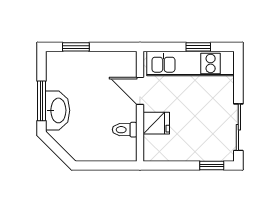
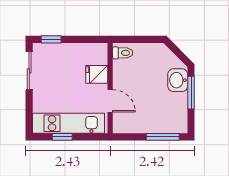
window: (76, 47) -> (163, 137), width x1.50
washbasin: (58, 110) -> (178, 80), width x0.72
toilet: (125, 130) -> (123, 53), moved

